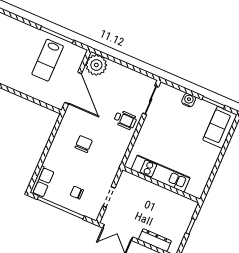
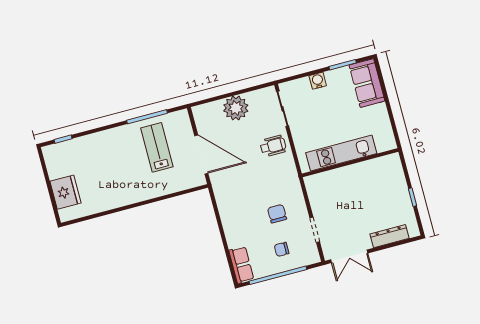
lab bench: (48, 60) -> (157, 147), turned 180
plant: (96, 65) -> (236, 108), moved
chair: (84, 144) -> (277, 214), moved
kitchen unit: (161, 174) -> (341, 153), moved
wall: (161, 185) -> (350, 163), moved

